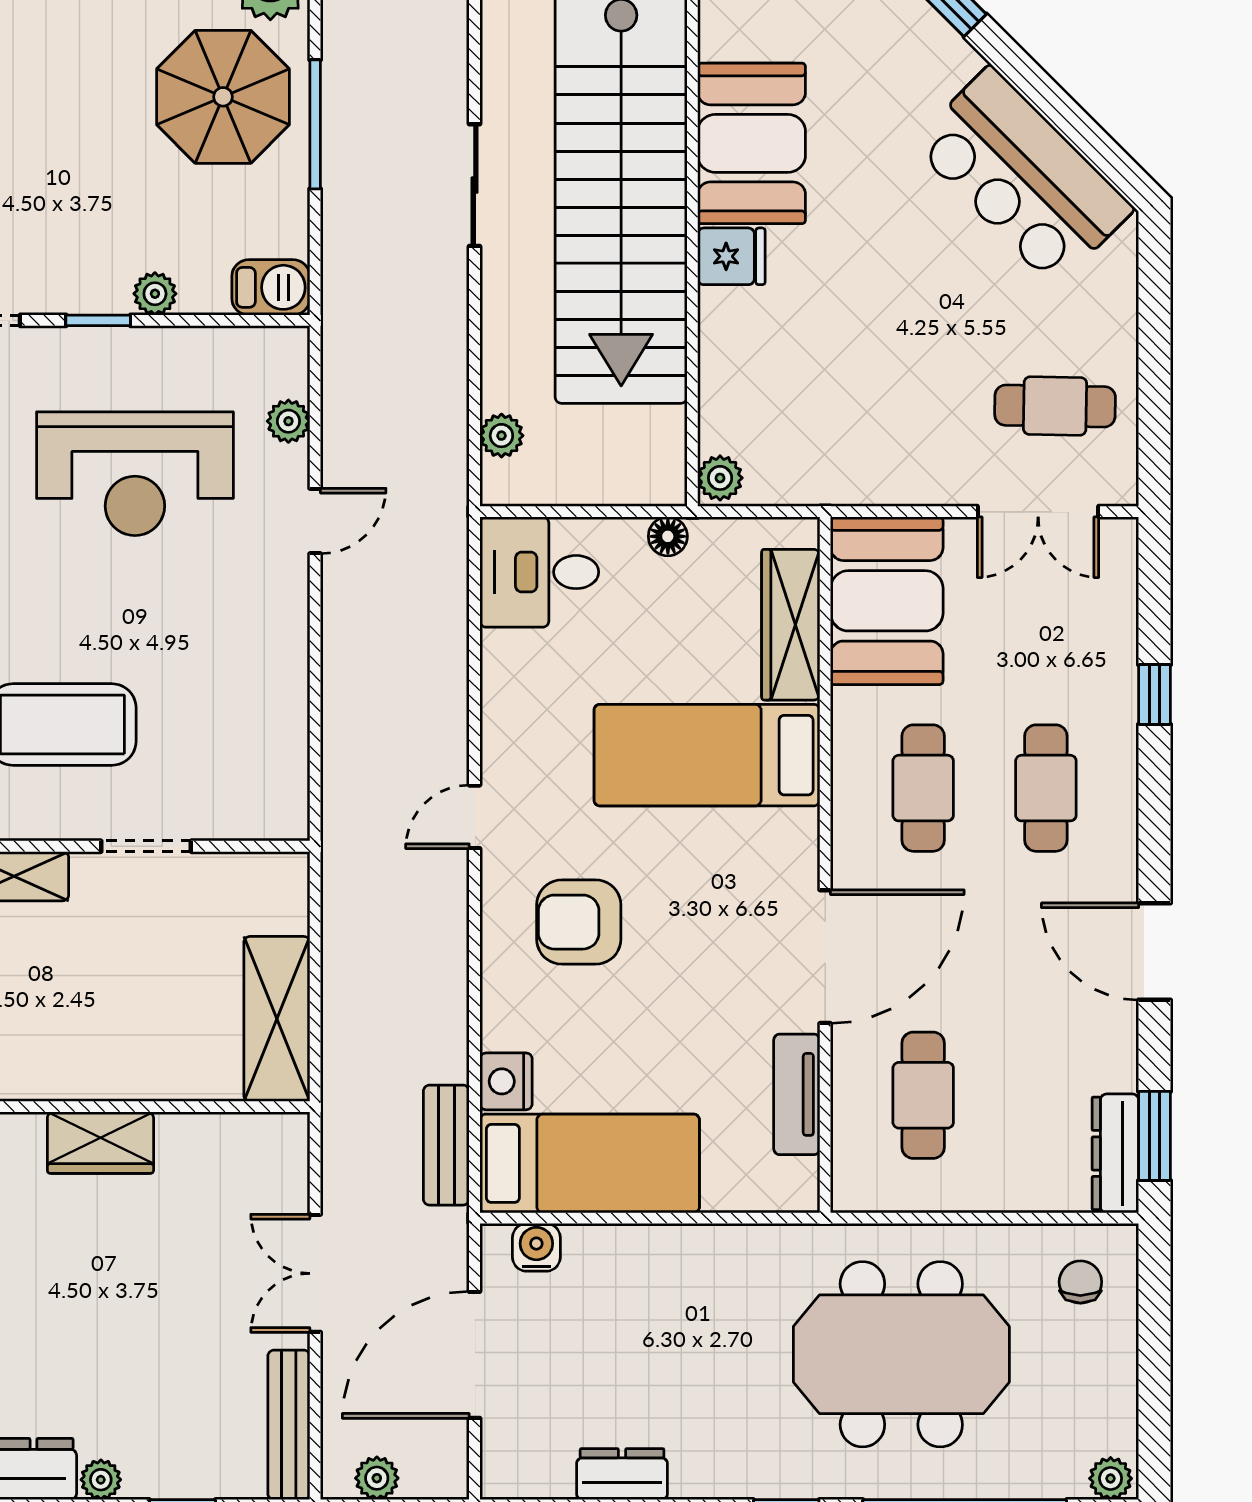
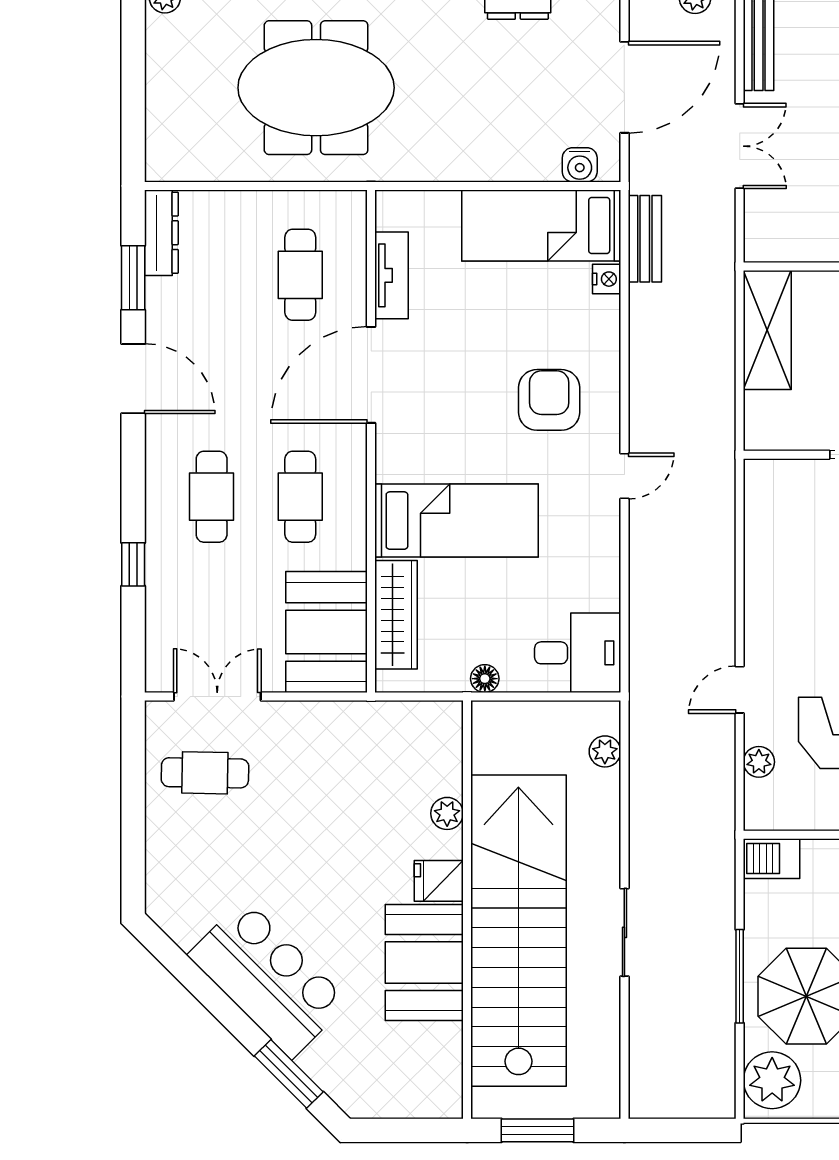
bar counter: (1023, 176) -> (268, 979), moved
plant: (720, 478) -> (447, 813), moved
armchair: (579, 922) -> (549, 400), turned -90
nightstand: (506, 1081) -> (607, 279), width x0.72, depth x0.74
window: (1155, 1136) -> (133, 278), moved
chair: (1080, 1282) -> (187, 140), removed

